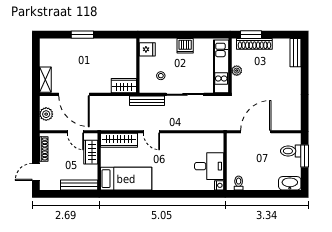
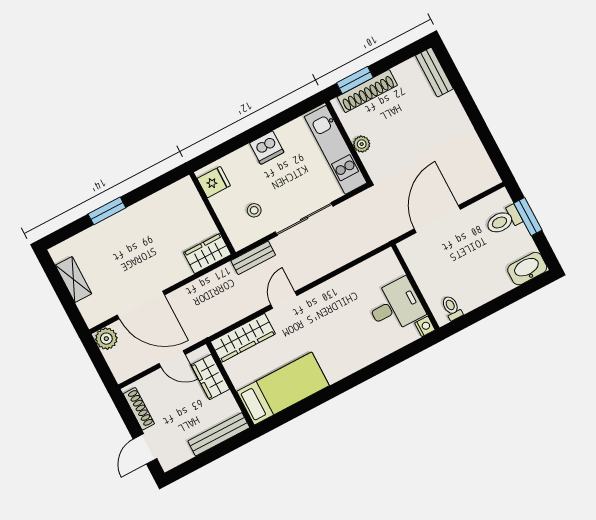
shelving: (45, 80) -> (73, 280), moved
bench: (147, 101) -> (253, 258), width x0.73
plant: (46, 114) -> (106, 339), moved
door: (151, 132) -> (284, 300), swing flipped

